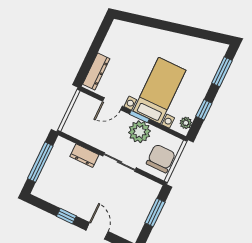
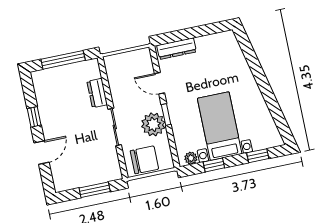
window: (222, 72) -> (258, 156), width x0.67
bed with nightstands: (160, 91) -> (220, 126), moved, turned -90

